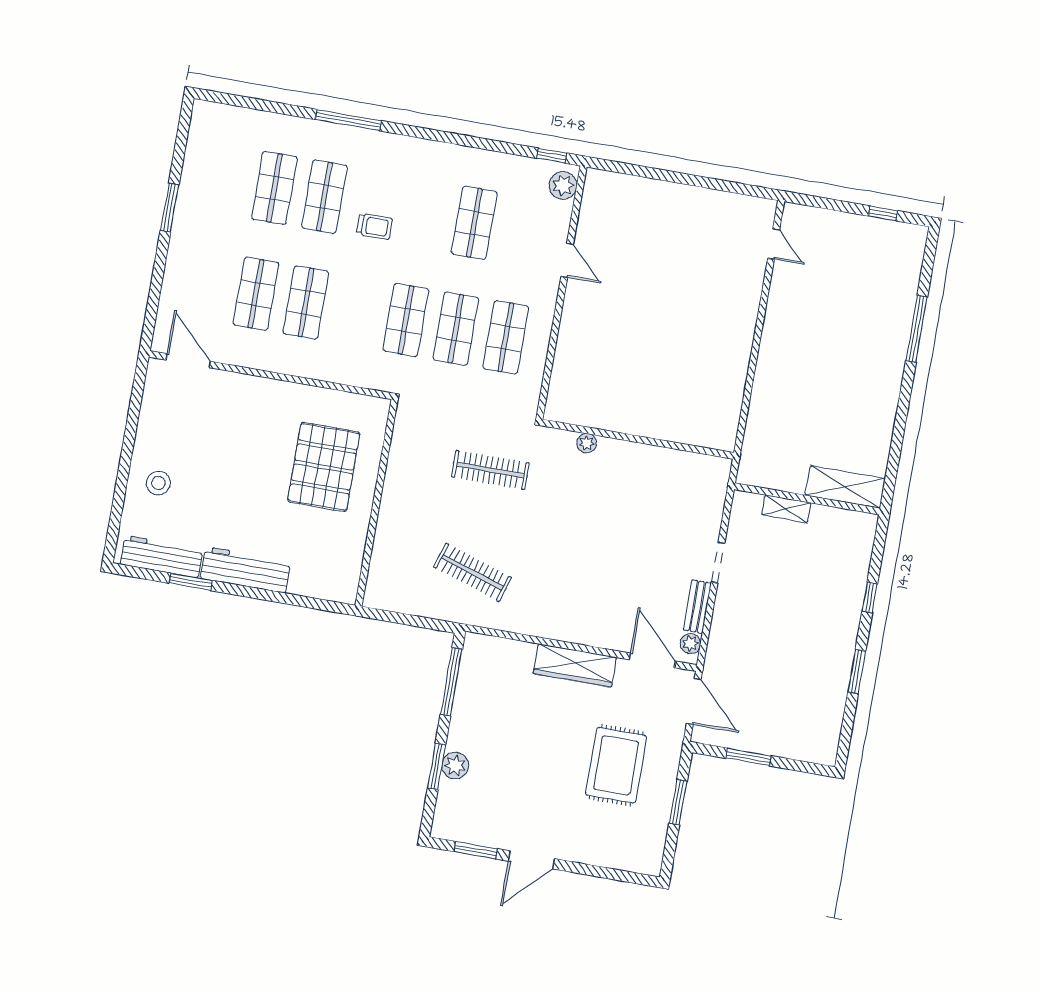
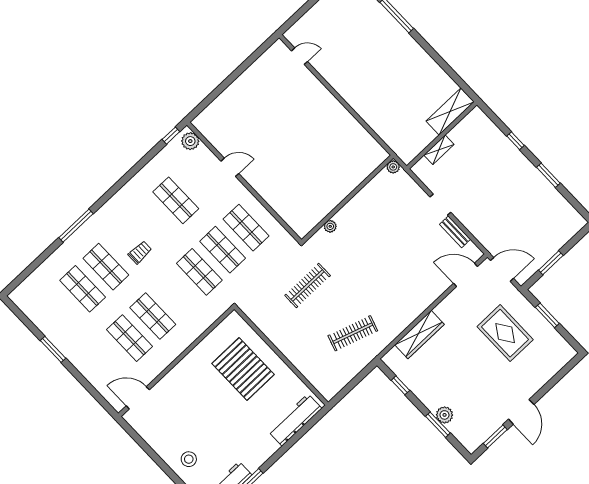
workbench: (246, 570) -> (295, 420), moved
plant: (690, 644) -> (393, 167), moved
wardrobe: (575, 665) -> (419, 335), moved
window: (451, 682) -> (400, 385), width x0.46

